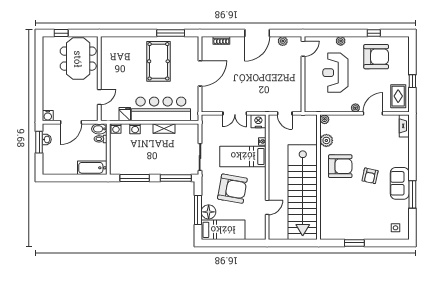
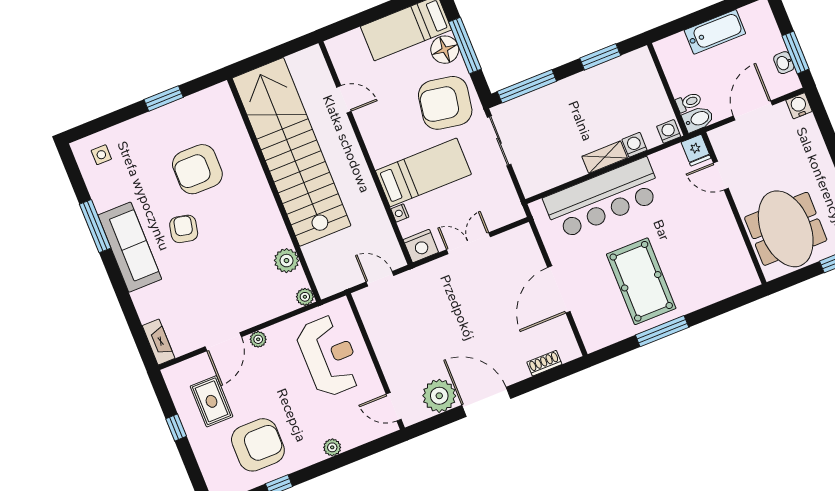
window: (171, 33) -> (662, 331), moved
door: (257, 33) -> (486, 402), hinge flipped
plant: (283, 41) -> (439, 396), width x1.88, depth x1.88
door: (303, 49) -> (394, 407), hinge flipped
armchair: (376, 57) -> (258, 445), turned 180
reception desk: (335, 73) -> (329, 356), moved
rug: (398, 96) -> (212, 401), moved
door: (99, 97) -> (721, 176), hinge flipped
fridge: (125, 114) -> (696, 150), moved
shelving: (164, 129) -> (605, 157), moved
armchair: (340, 166) -> (197, 169), moved
bathtub: (92, 168) -> (715, 32), moved
window: (135, 178) -> (600, 57), width x0.69
sofa: (400, 183) -> (130, 247), width x1.36
armchair: (232, 189) -> (445, 103), moved
door: (267, 207) -> (344, 99), swing flipped

